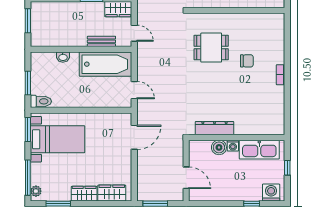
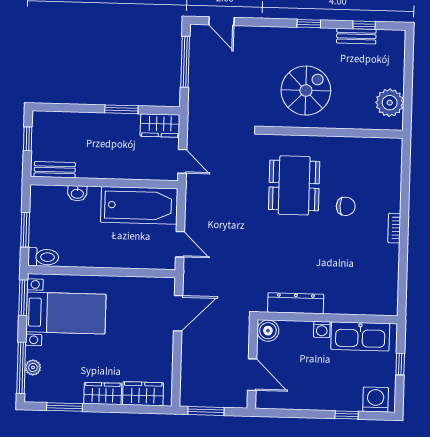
window: (28, 21) -> (28, 139), width x0.67
bench: (101, 41) -> (55, 170), moved
dining table: (211, 48) -> (294, 185), width x1.37
boiler: (219, 147) -> (268, 331), moved
plant: (36, 191) -> (33, 367), moved

